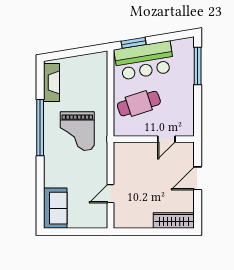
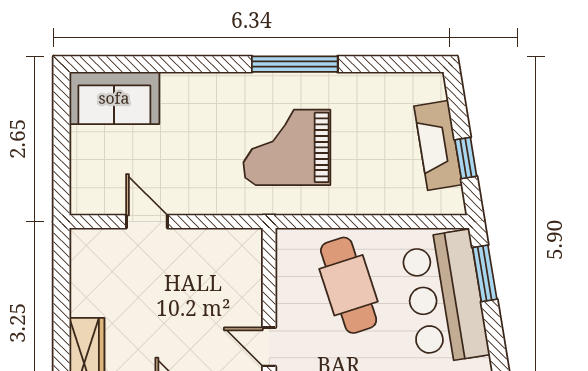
window: (82, 51) -> (466, 158), added
fireplace: (51, 82) -> (438, 145), moved, turned 81
window: (40, 128) -> (295, 64), width x0.68

